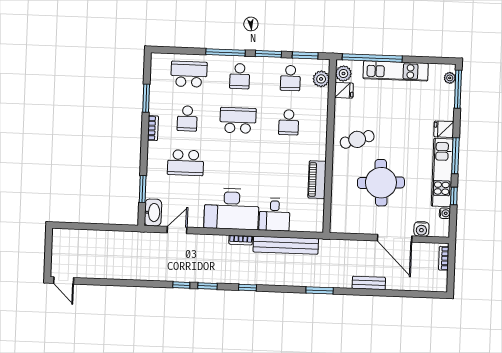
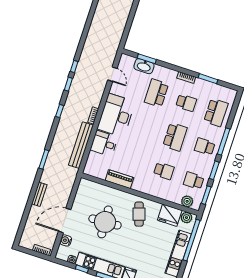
fridge: (344, 90) -> (170, 215), width x1.88, depth x1.34
school desk: (187, 118) -> (186, 103), turned 180
school desk: (289, 122) -> (164, 171), turned 180
washbasin: (153, 213) -> (144, 66), moved

